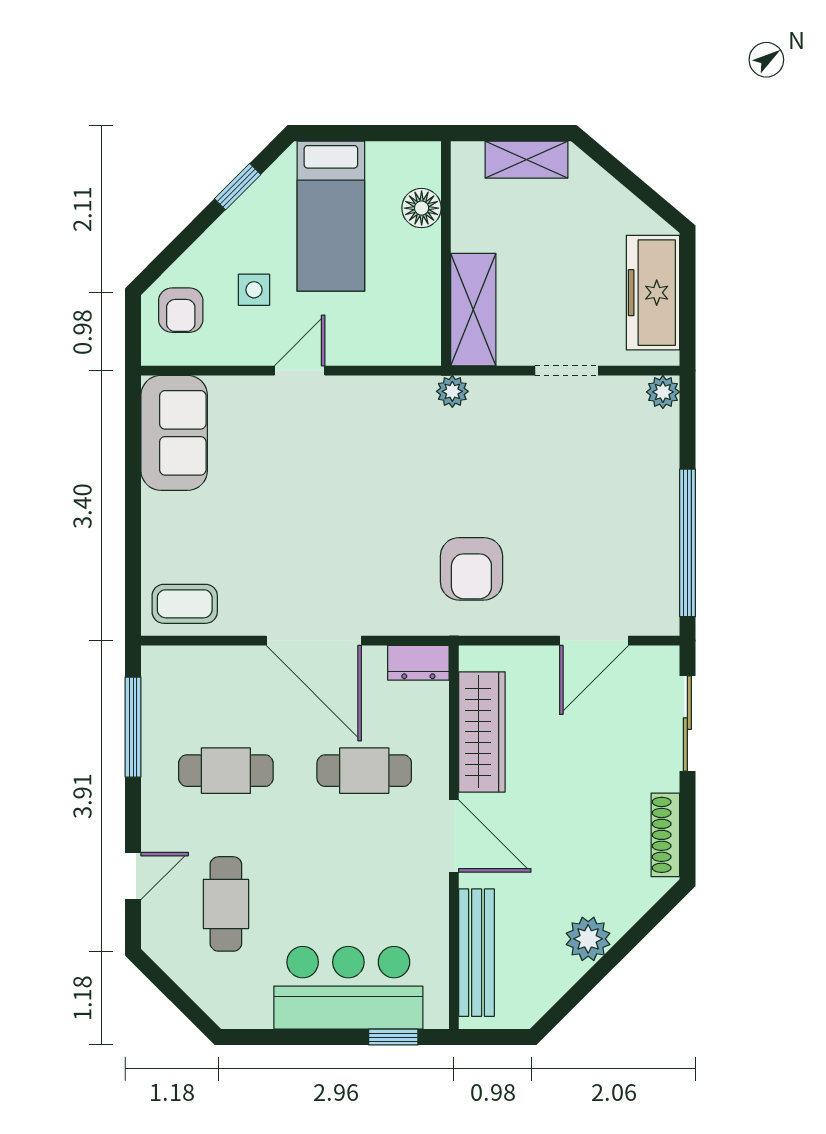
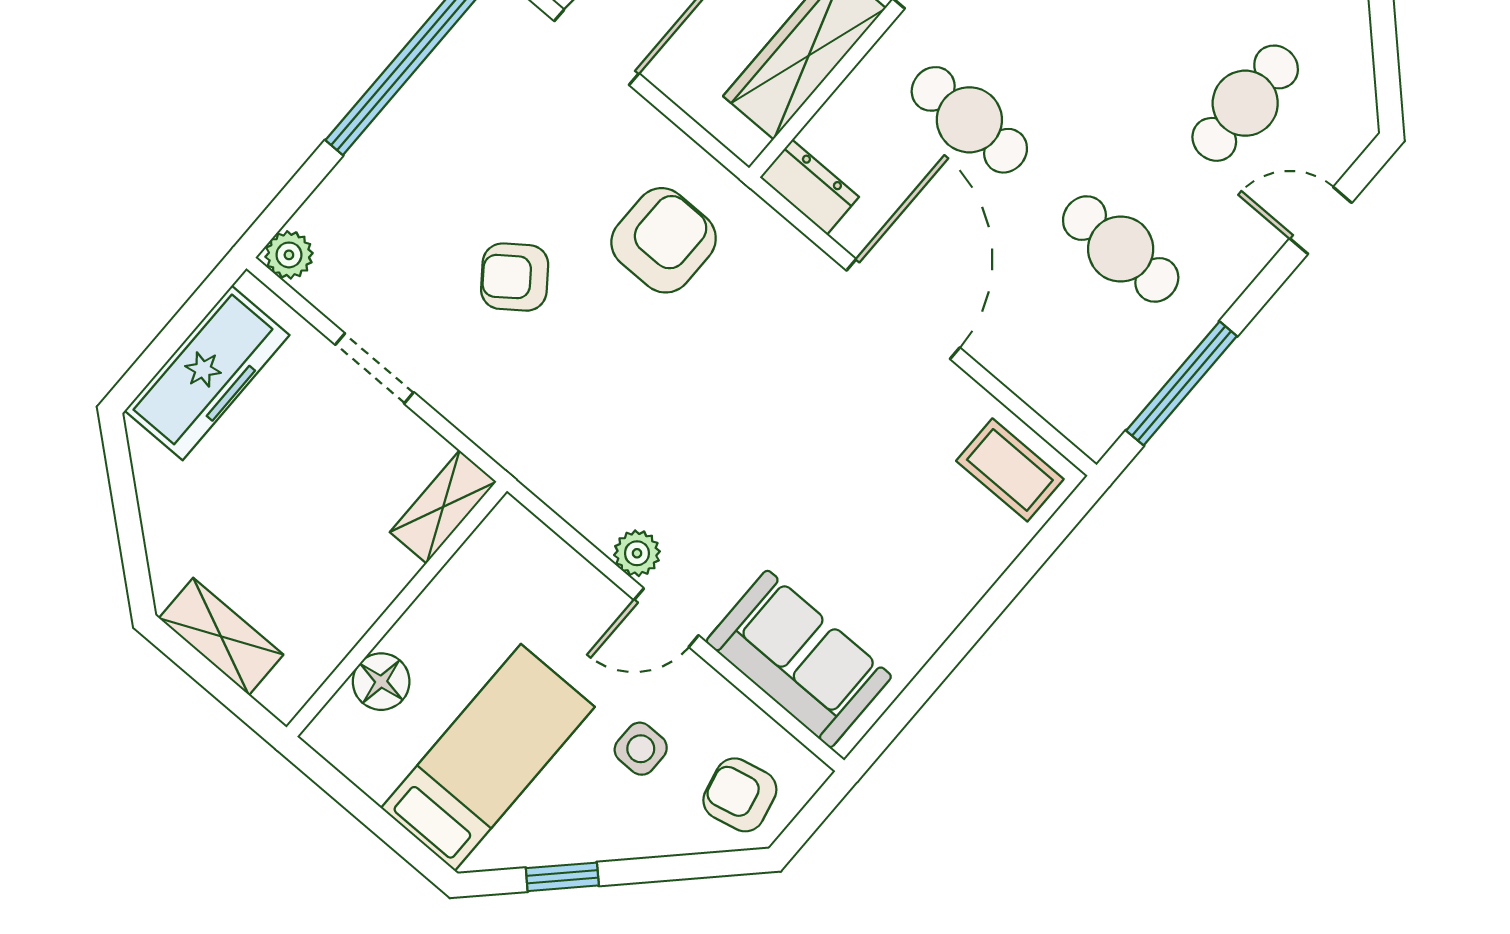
armchair: (181, 310) -> (740, 795), turned -103
shelving: (473, 310) -> (443, 507), width x0.67, depth x0.75
plant: (452, 391) -> (637, 553), moved
sofa: (174, 433) -> (799, 659), moved, turned 90
armchair: (534, 482) -> (515, 277), added

